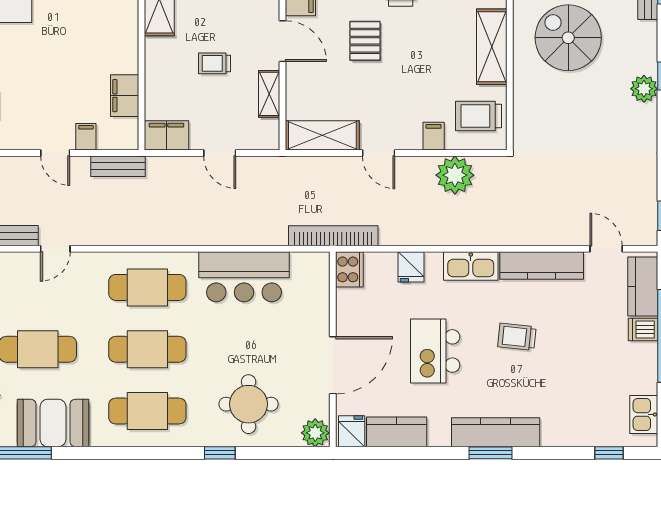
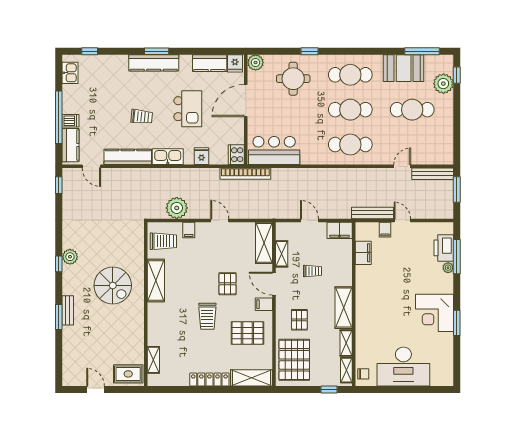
shelving: (322, 135) -> (264, 243), moved, turned 90
bench: (118, 166) -> (372, 213), width x1.36
bar counter: (244, 277) -> (274, 151), moved

